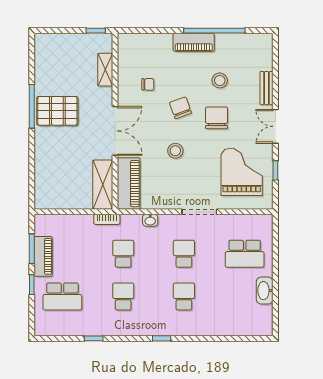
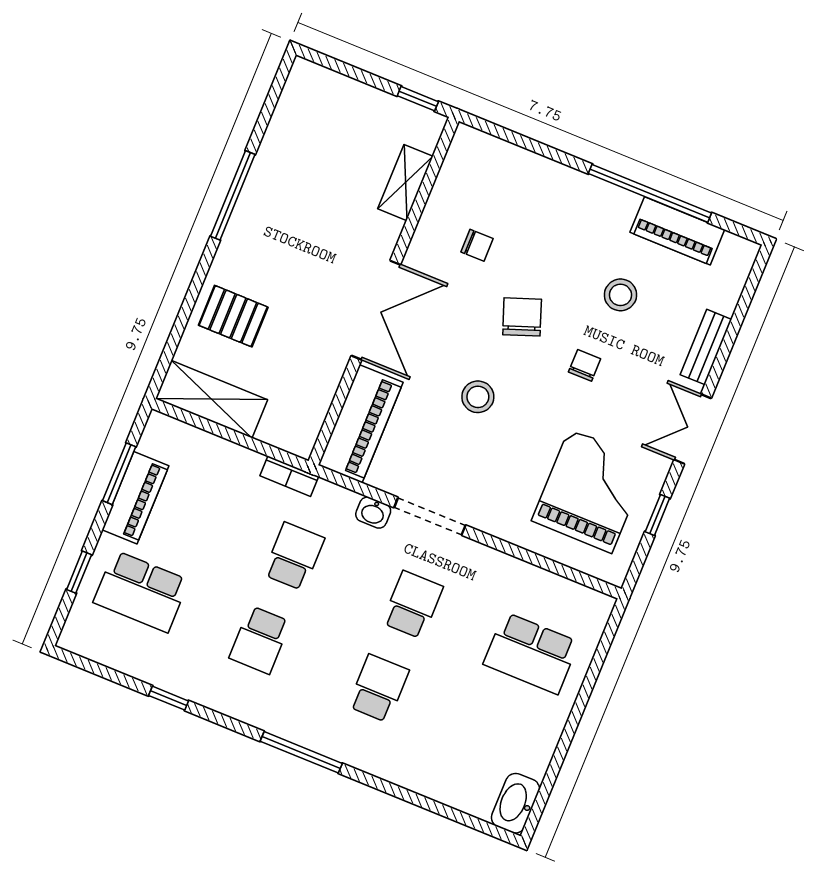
piano: (194, 42) -> (677, 231), moved
pallet: (57, 111) -> (233, 316), moved, width x0.67, depth x0.71
chair: (217, 118) -> (585, 365), width x0.54, depth x0.54
shelving: (103, 185) -> (211, 399), moved, turned 90
doorway: (199, 212) -> (430, 516), moved
window: (32, 285) -> (79, 572), moved
washbasin: (265, 291) -> (515, 803), moved
school desk: (123, 296) -> (260, 640), turned 180
window: (162, 338) -> (301, 752), width x2.17

